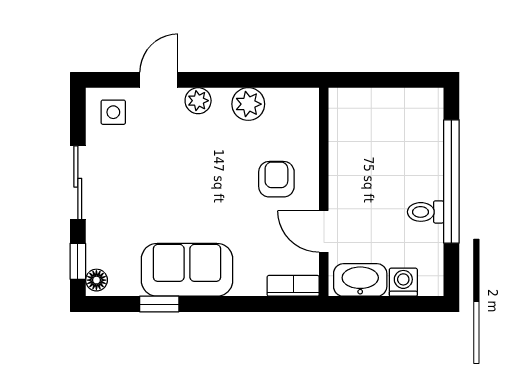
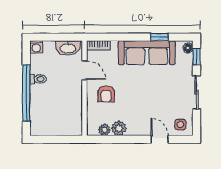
door: (159, 80) -> (160, 139), swing flipped
plant: (198, 101) -> (104, 130), moved
sofa: (187, 270) -> (147, 53), width x1.36
washing machine: (403, 282) -> (36, 47), moved

